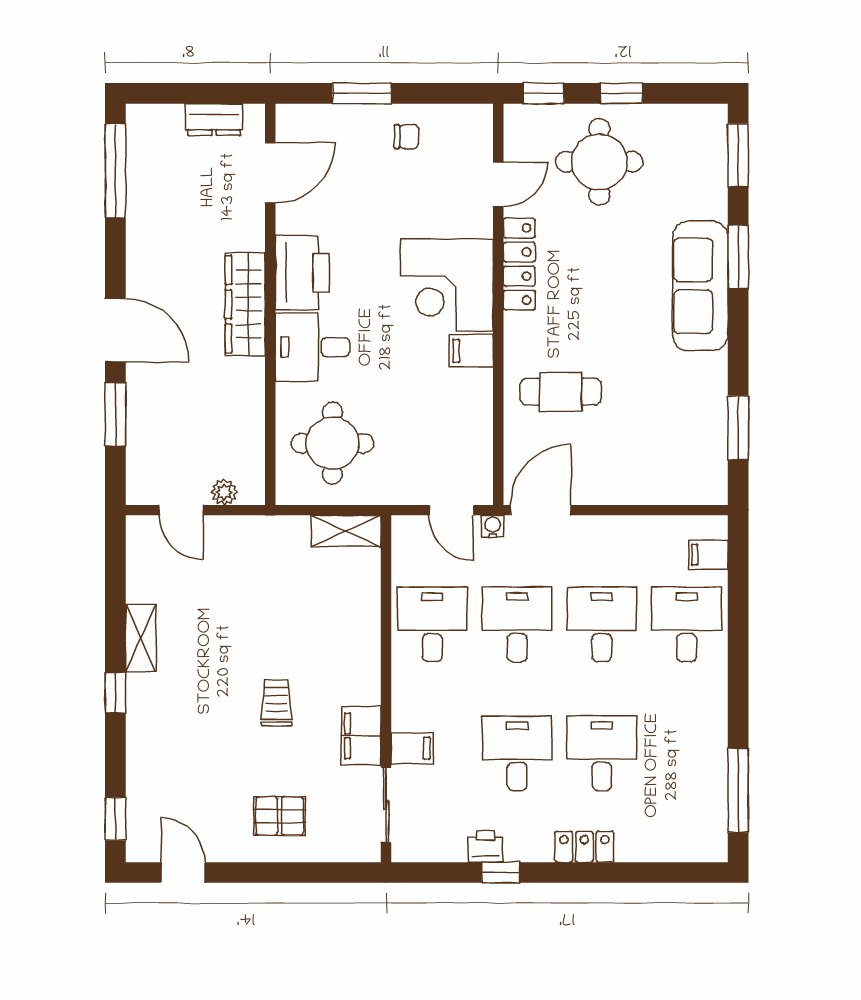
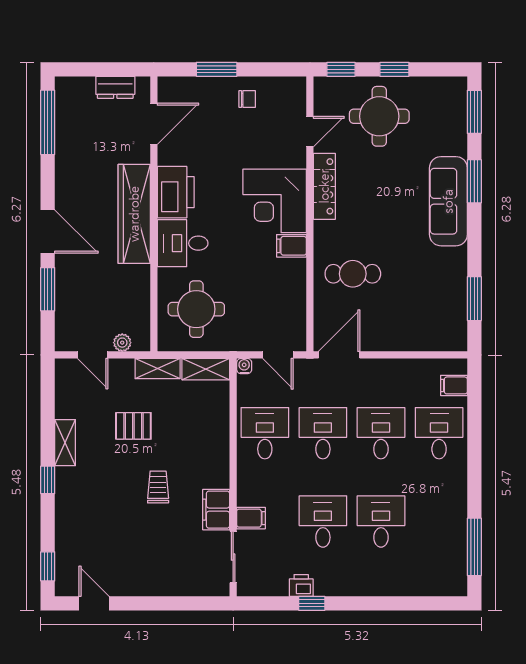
wardrobe: (245, 304) -> (134, 214), width x1.40, depth x1.17
water cooler: (493, 526) -> (244, 366), moved
shelving: (276, 530) -> (158, 369), added
pallet: (280, 816) -> (133, 426), moved
locker: (584, 847) -> (369, 586), removed

